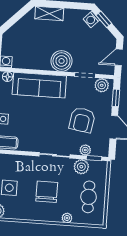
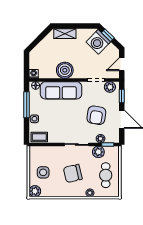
washing machine: (91, 19) -> (98, 42), width x1.89, depth x1.89
boiler: (62, 61) -> (65, 70), moved
chair: (47, 192) -> (73, 173), turned -103

